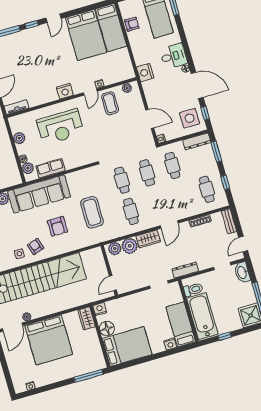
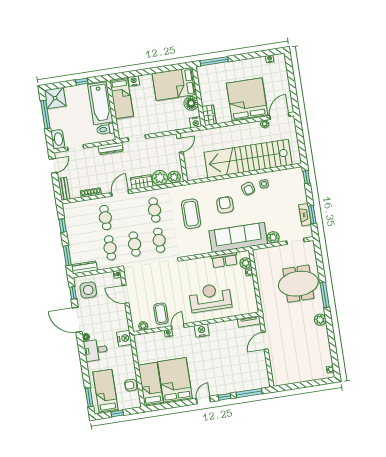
plant: (19, 138) -> (250, 292), removed
cafe table: (207, 189) -> (105, 218), moved

